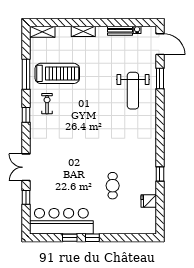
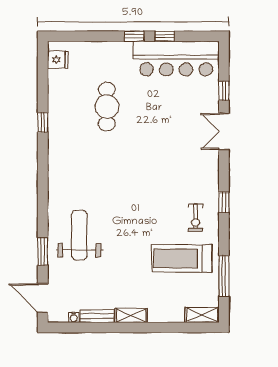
shelving: (83, 31) -> (131, 315), moved
window: (26, 74) -> (224, 276), moved
double door: (26, 167) -> (224, 131), swing flipped
cafe table: (113, 186) -> (107, 107), width x1.37, depth x1.35
fridge: (149, 201) -> (58, 60), moved

